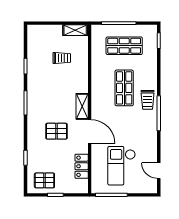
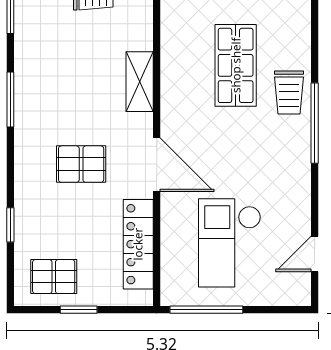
shelving: (82, 106) -> (140, 82), moved
locker: (82, 166) -> (138, 244), width x1.53
door: (159, 171) -> (315, 254), hinge flipped

